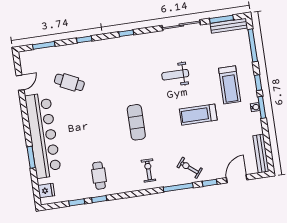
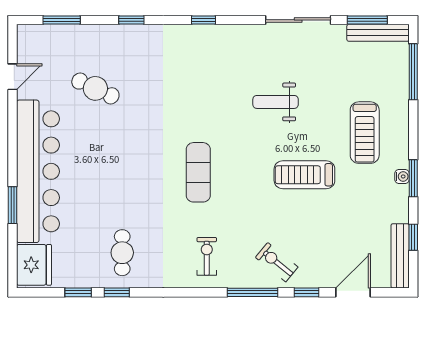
window: (258, 83) -> (413, 237), moved
fridge: (46, 191) -> (34, 265), width x1.88, depth x1.34

